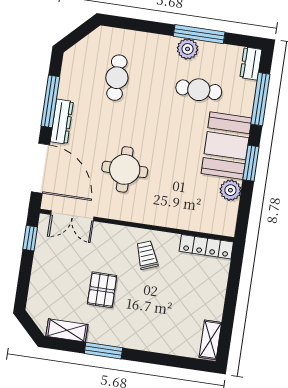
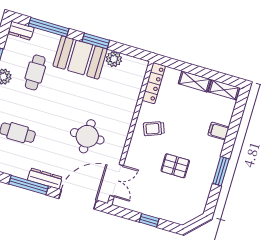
window: (30, 238) -> (149, 220), moved
shelving: (67, 330) -> (195, 81), moved, turned 90
filing cabinet: (155, 340) -> (218, 131), added

